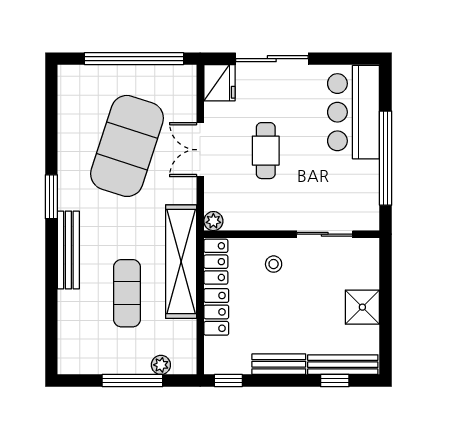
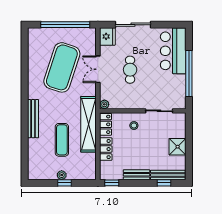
window: (51, 197) -> (25, 92), removed
plant: (161, 365) -> (62, 175), moved
window: (132, 381) -> (65, 183), width x0.46

